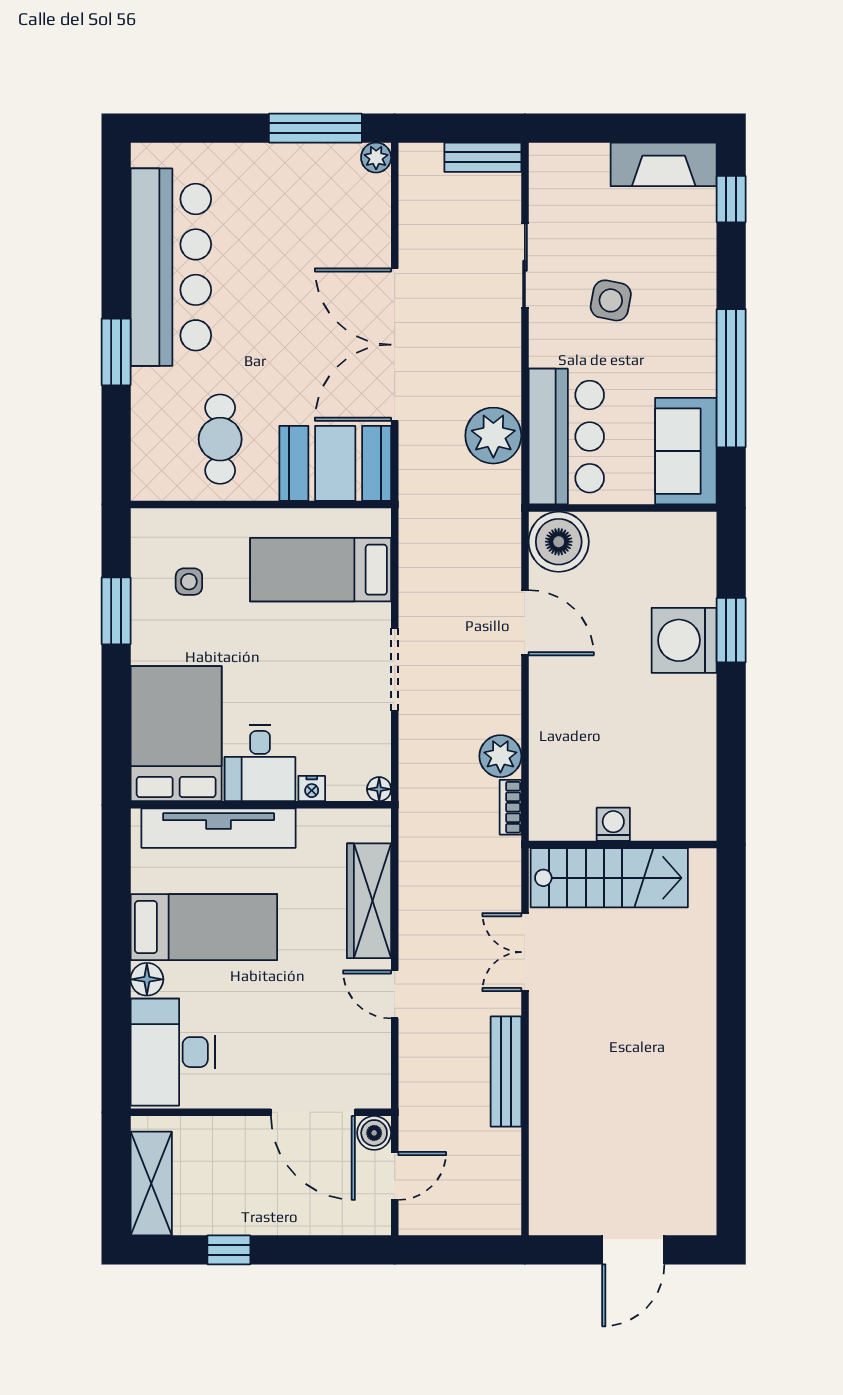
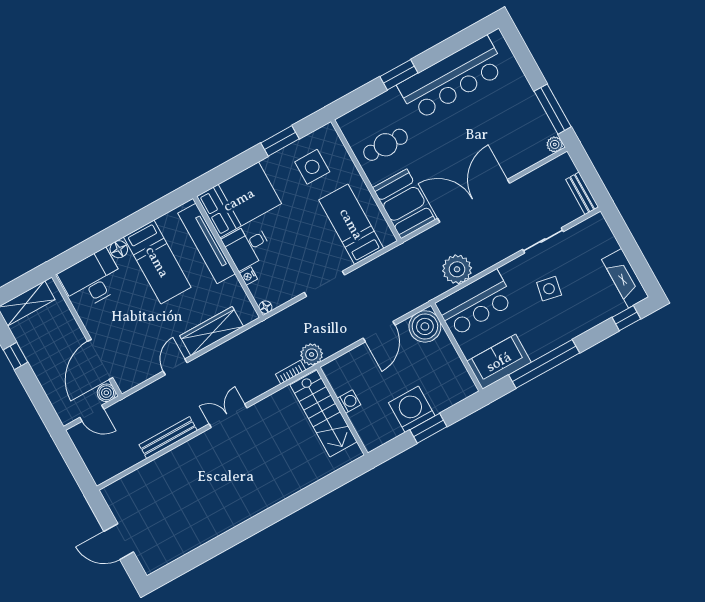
side table: (189, 582) -> (312, 167), width x1.87, depth x1.87
washing machine: (613, 824) -> (349, 402), moved
wall: (623, 845) -> (342, 411), moved
stairs: (609, 878) -> (323, 413), moved

